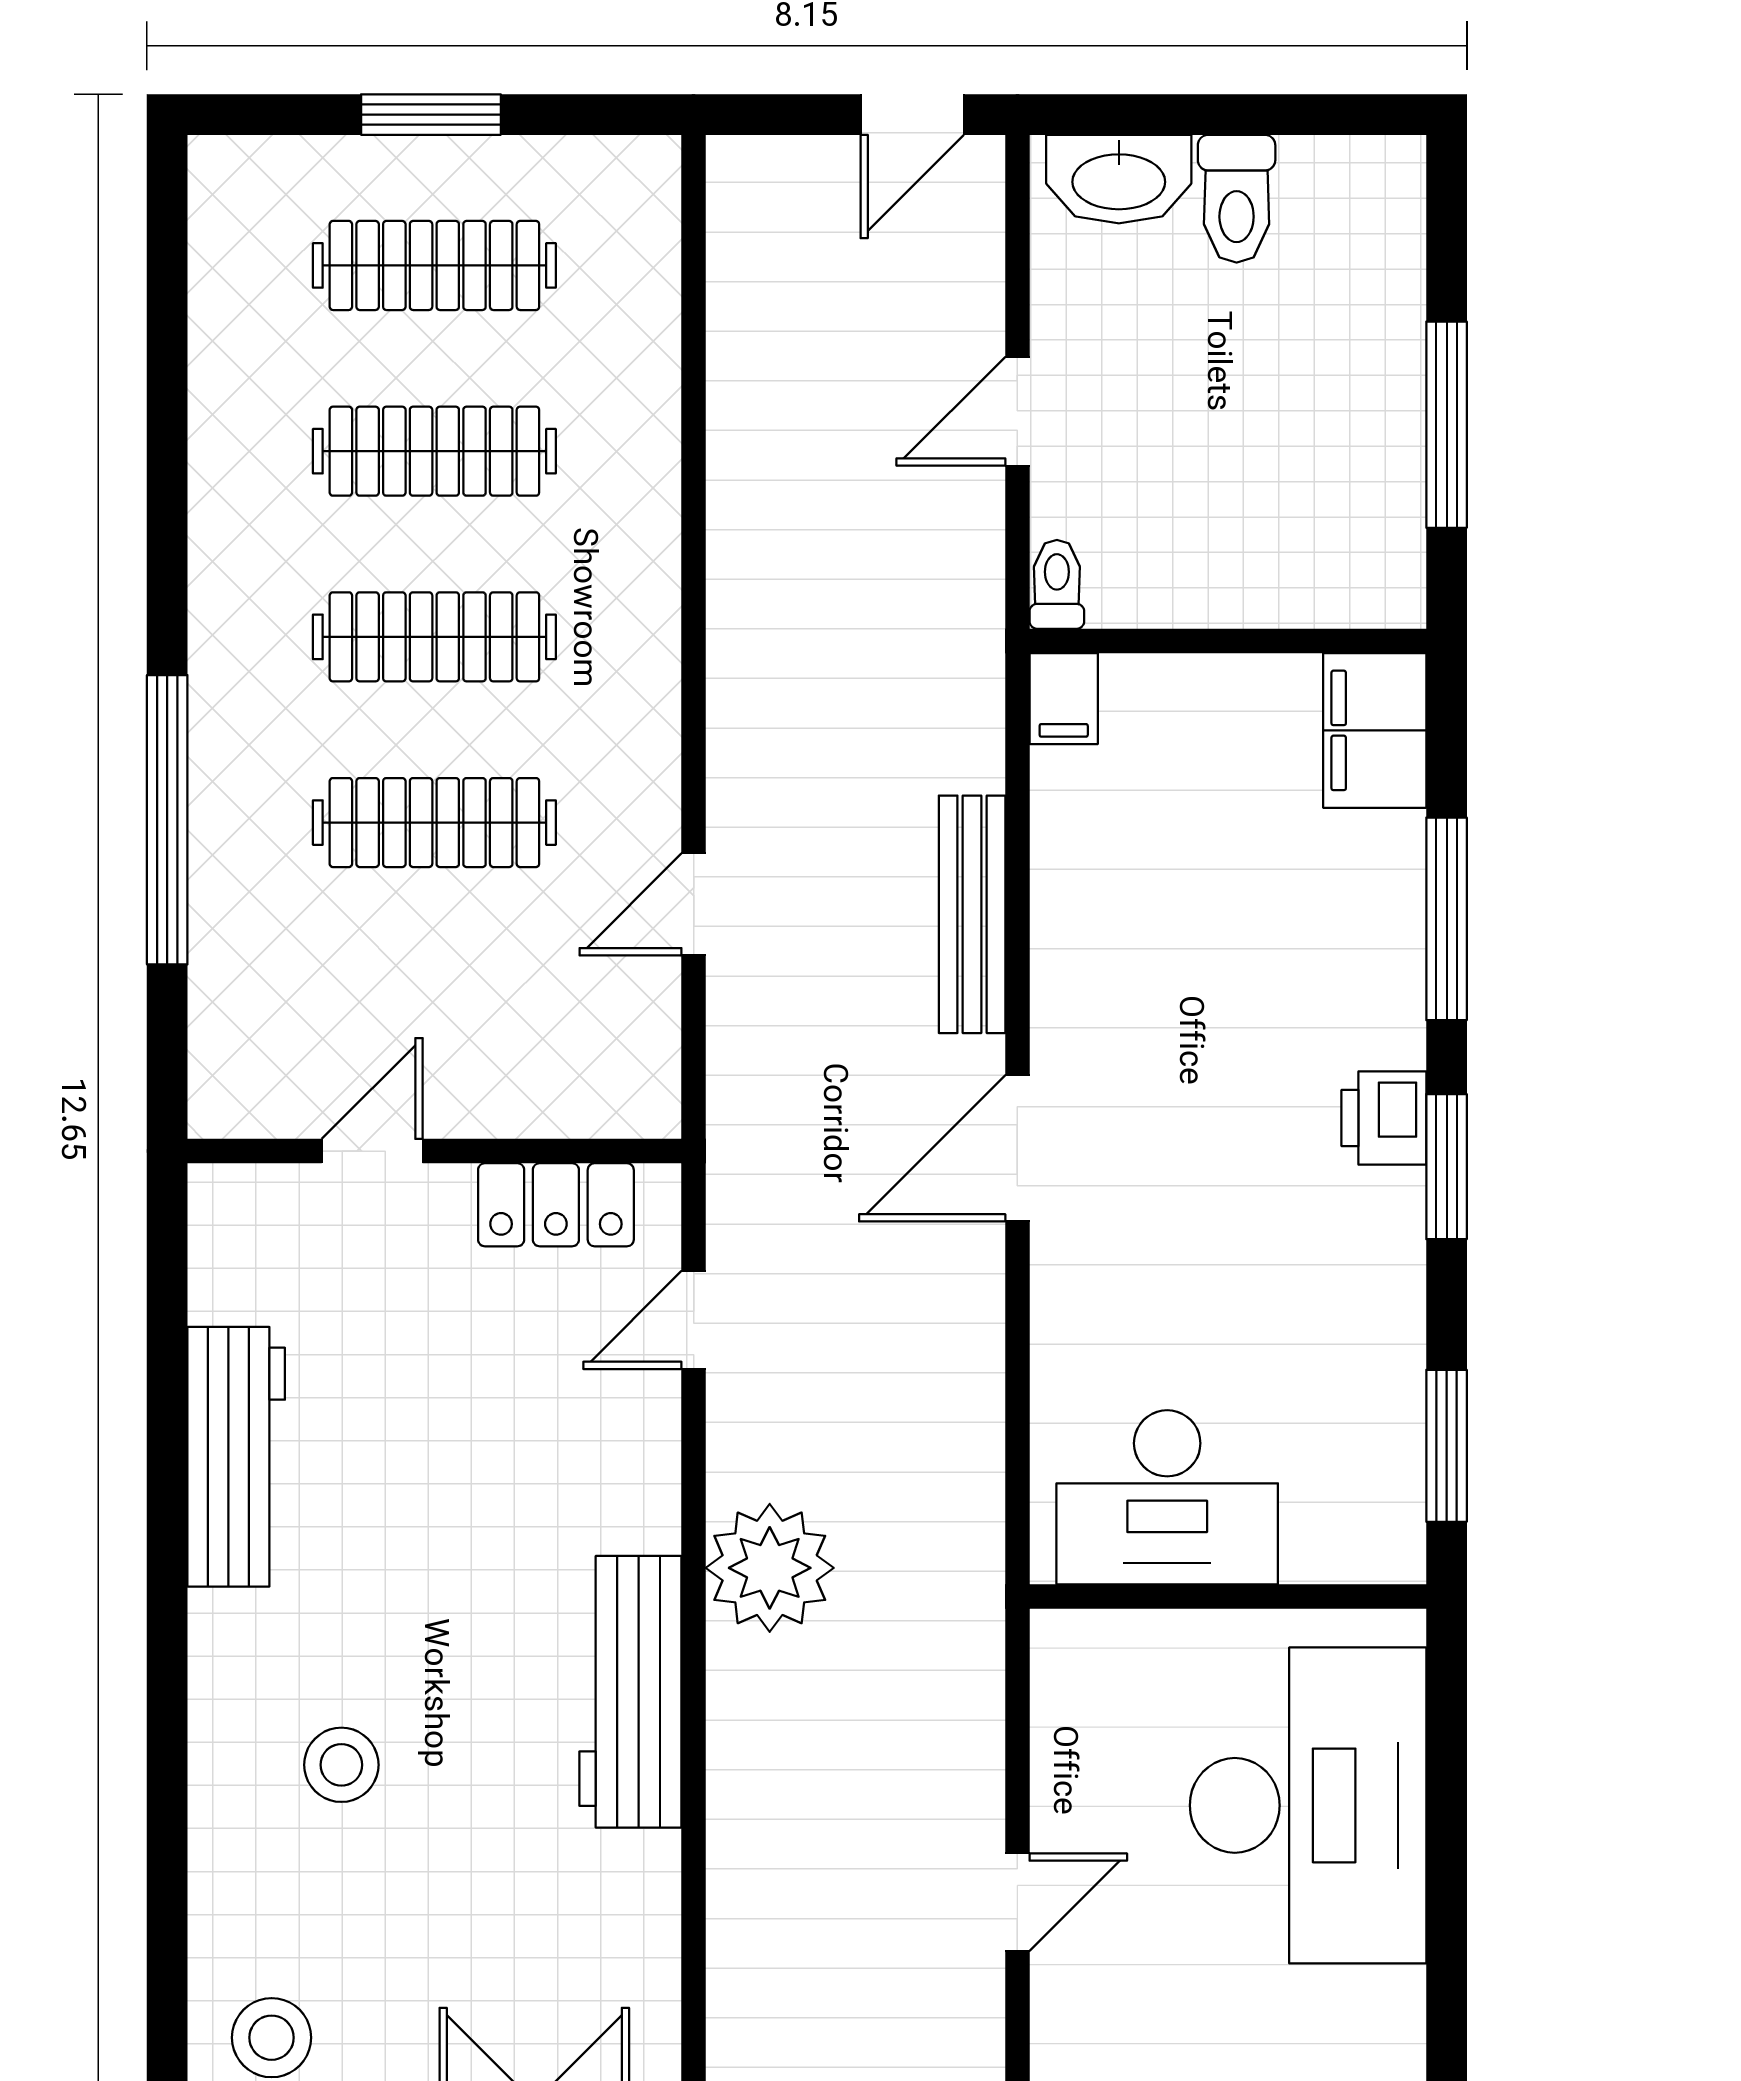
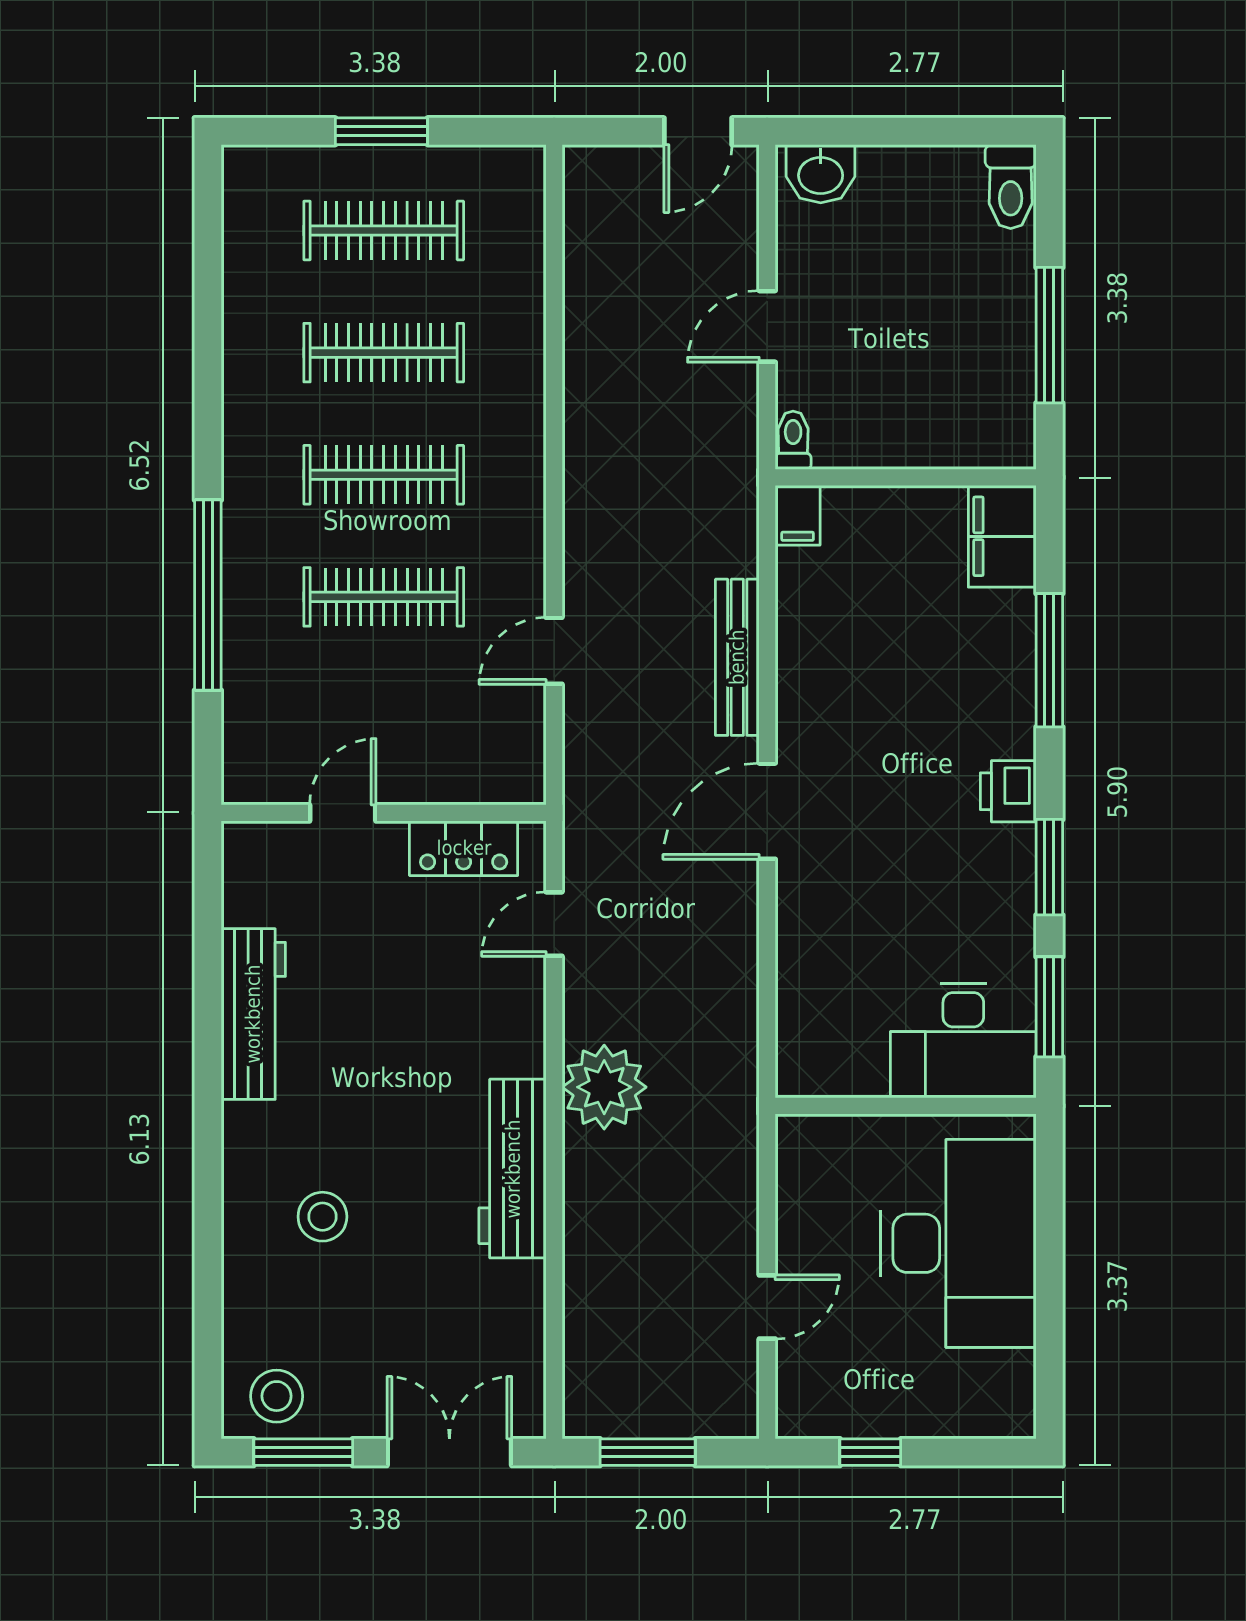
washbasin: (1119, 179) -> (821, 174), width x0.72
toilet: (1237, 199) -> (1011, 187), moved
window: (1447, 1167) -> (1049, 867), moved
desk: (1167, 1497) -> (963, 1041), moved

